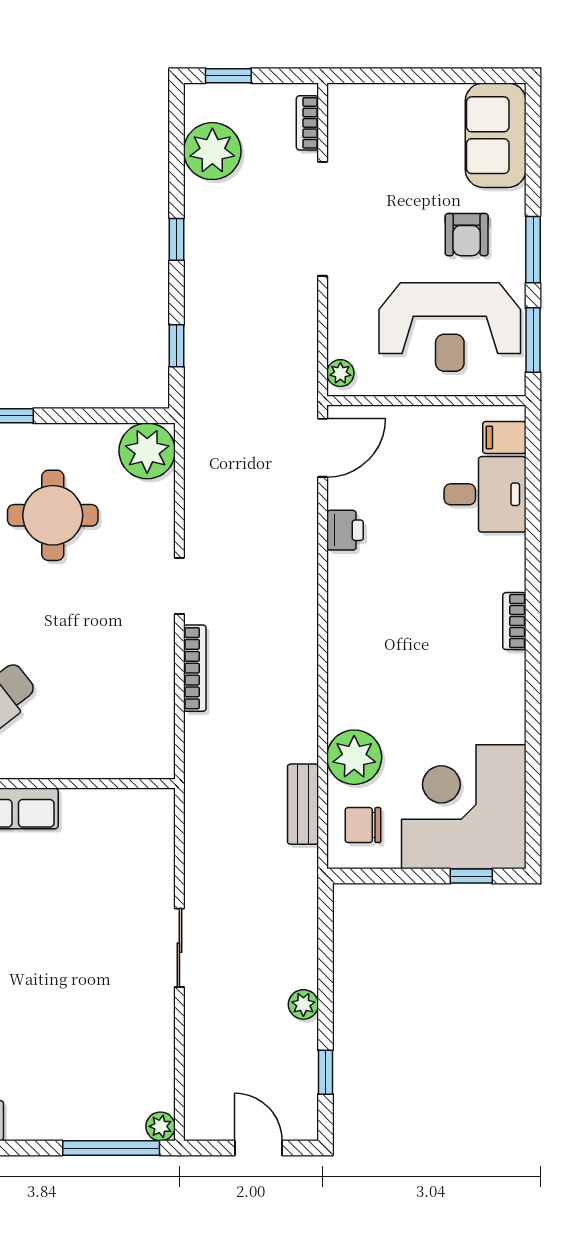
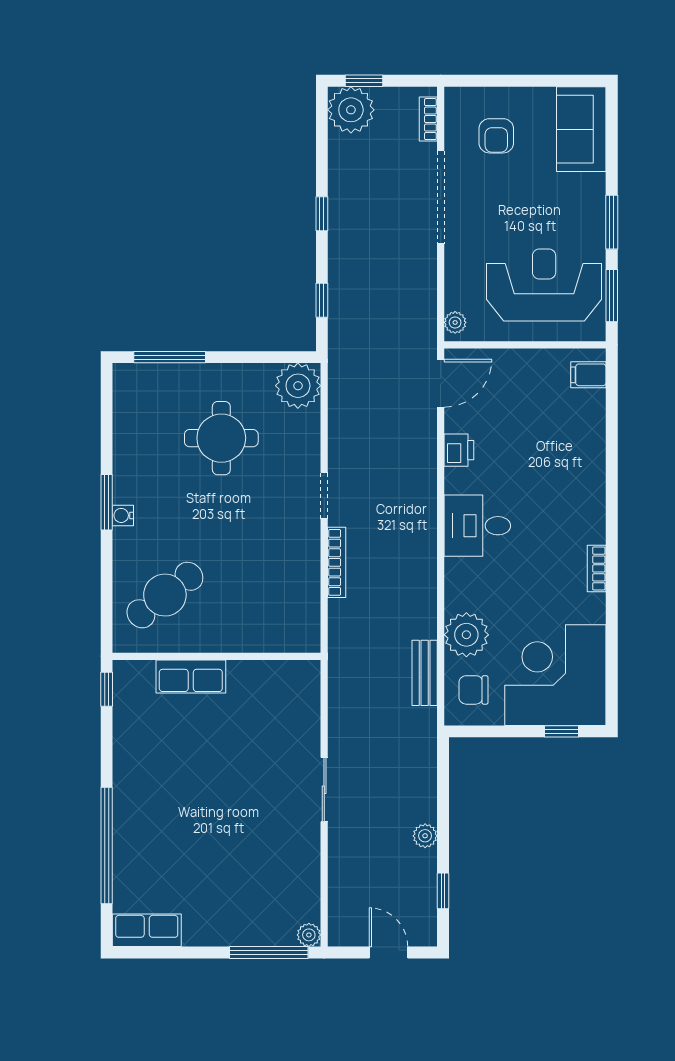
plant: (212, 151) -> (351, 110), moved
armchair: (467, 235) -> (496, 136), moved
reception desk: (450, 327) -> (544, 285), turned 180
desk: (485, 494) -> (477, 526), moved, turned 180
bookcase: (514, 621) -> (597, 568), moved

